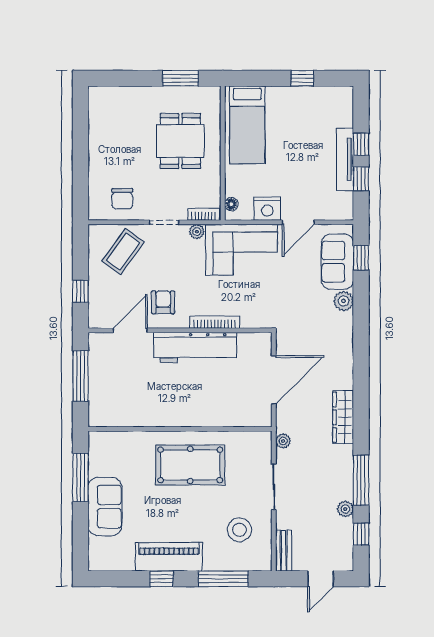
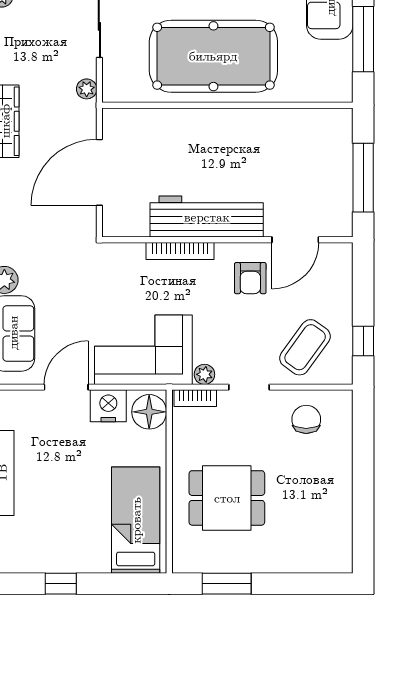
dining table: (180, 141) -> (227, 498), turned 90
floor lamp: (231, 204) -> (149, 412), width x1.89, depth x1.89
window: (80, 291) -> (363, 341), moved
pool table: (190, 465) -> (213, 56), width x1.36, depth x1.32

